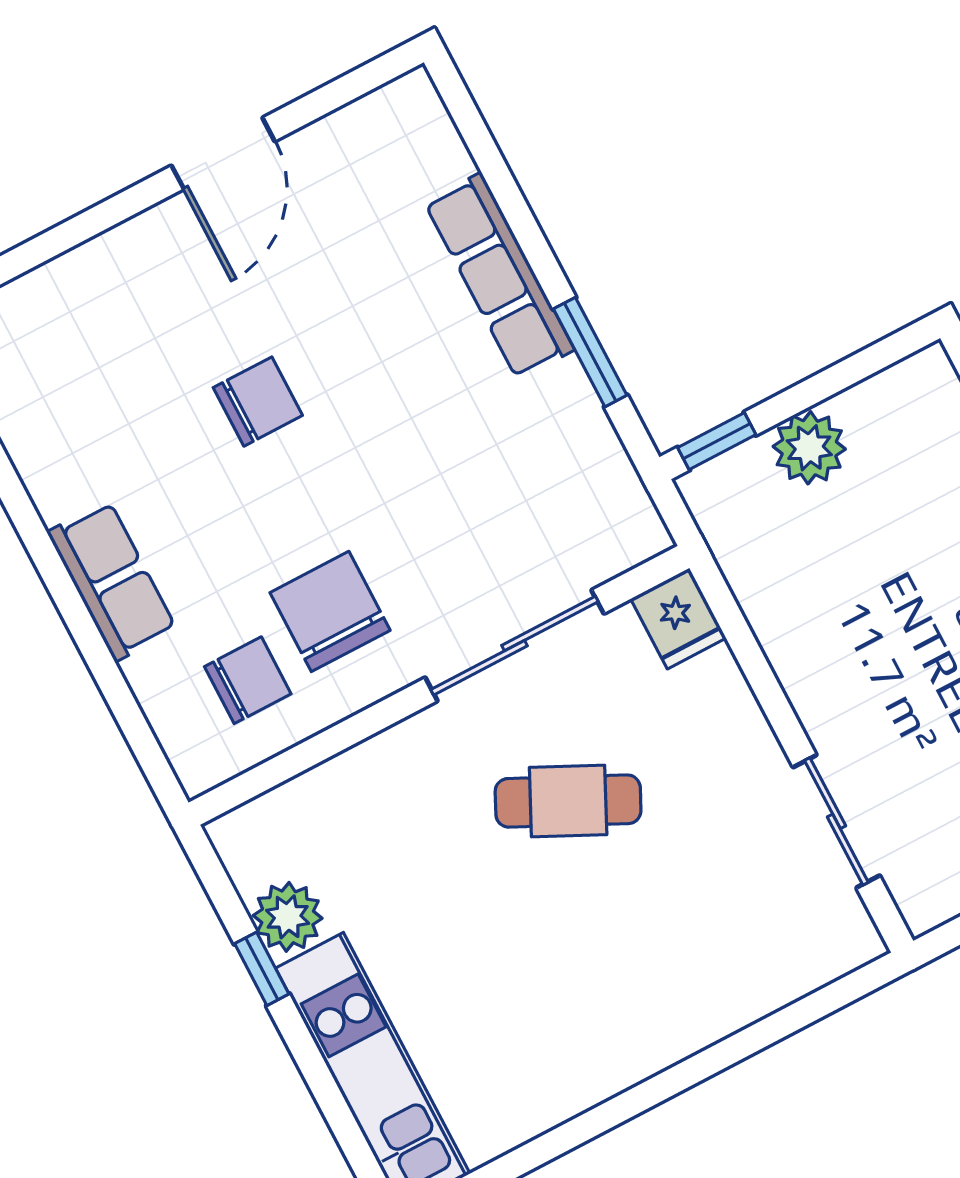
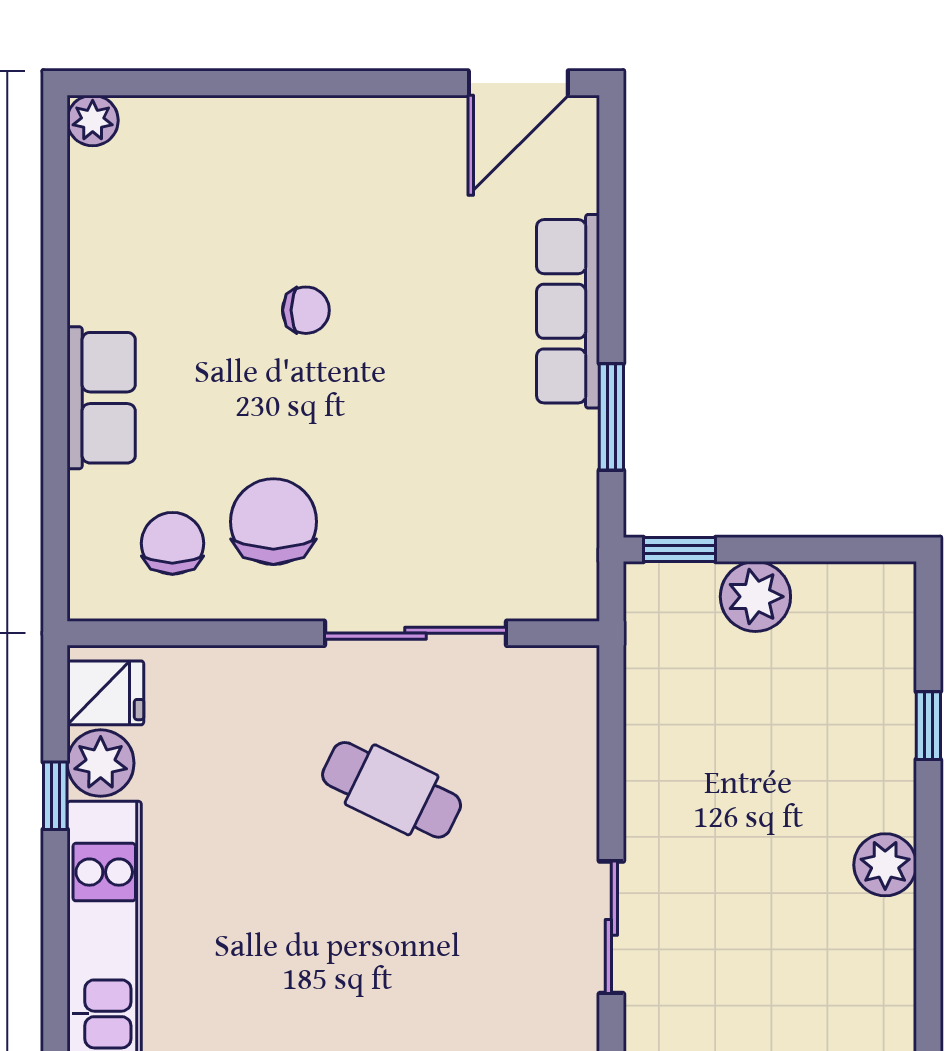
door: (223, 153) -> (518, 83), moved
chair: (258, 402) -> (306, 310), width x0.73, depth x0.73
fridge: (678, 618) -> (105, 693), moved, turned -90
chair: (248, 680) -> (172, 543), turned -90

